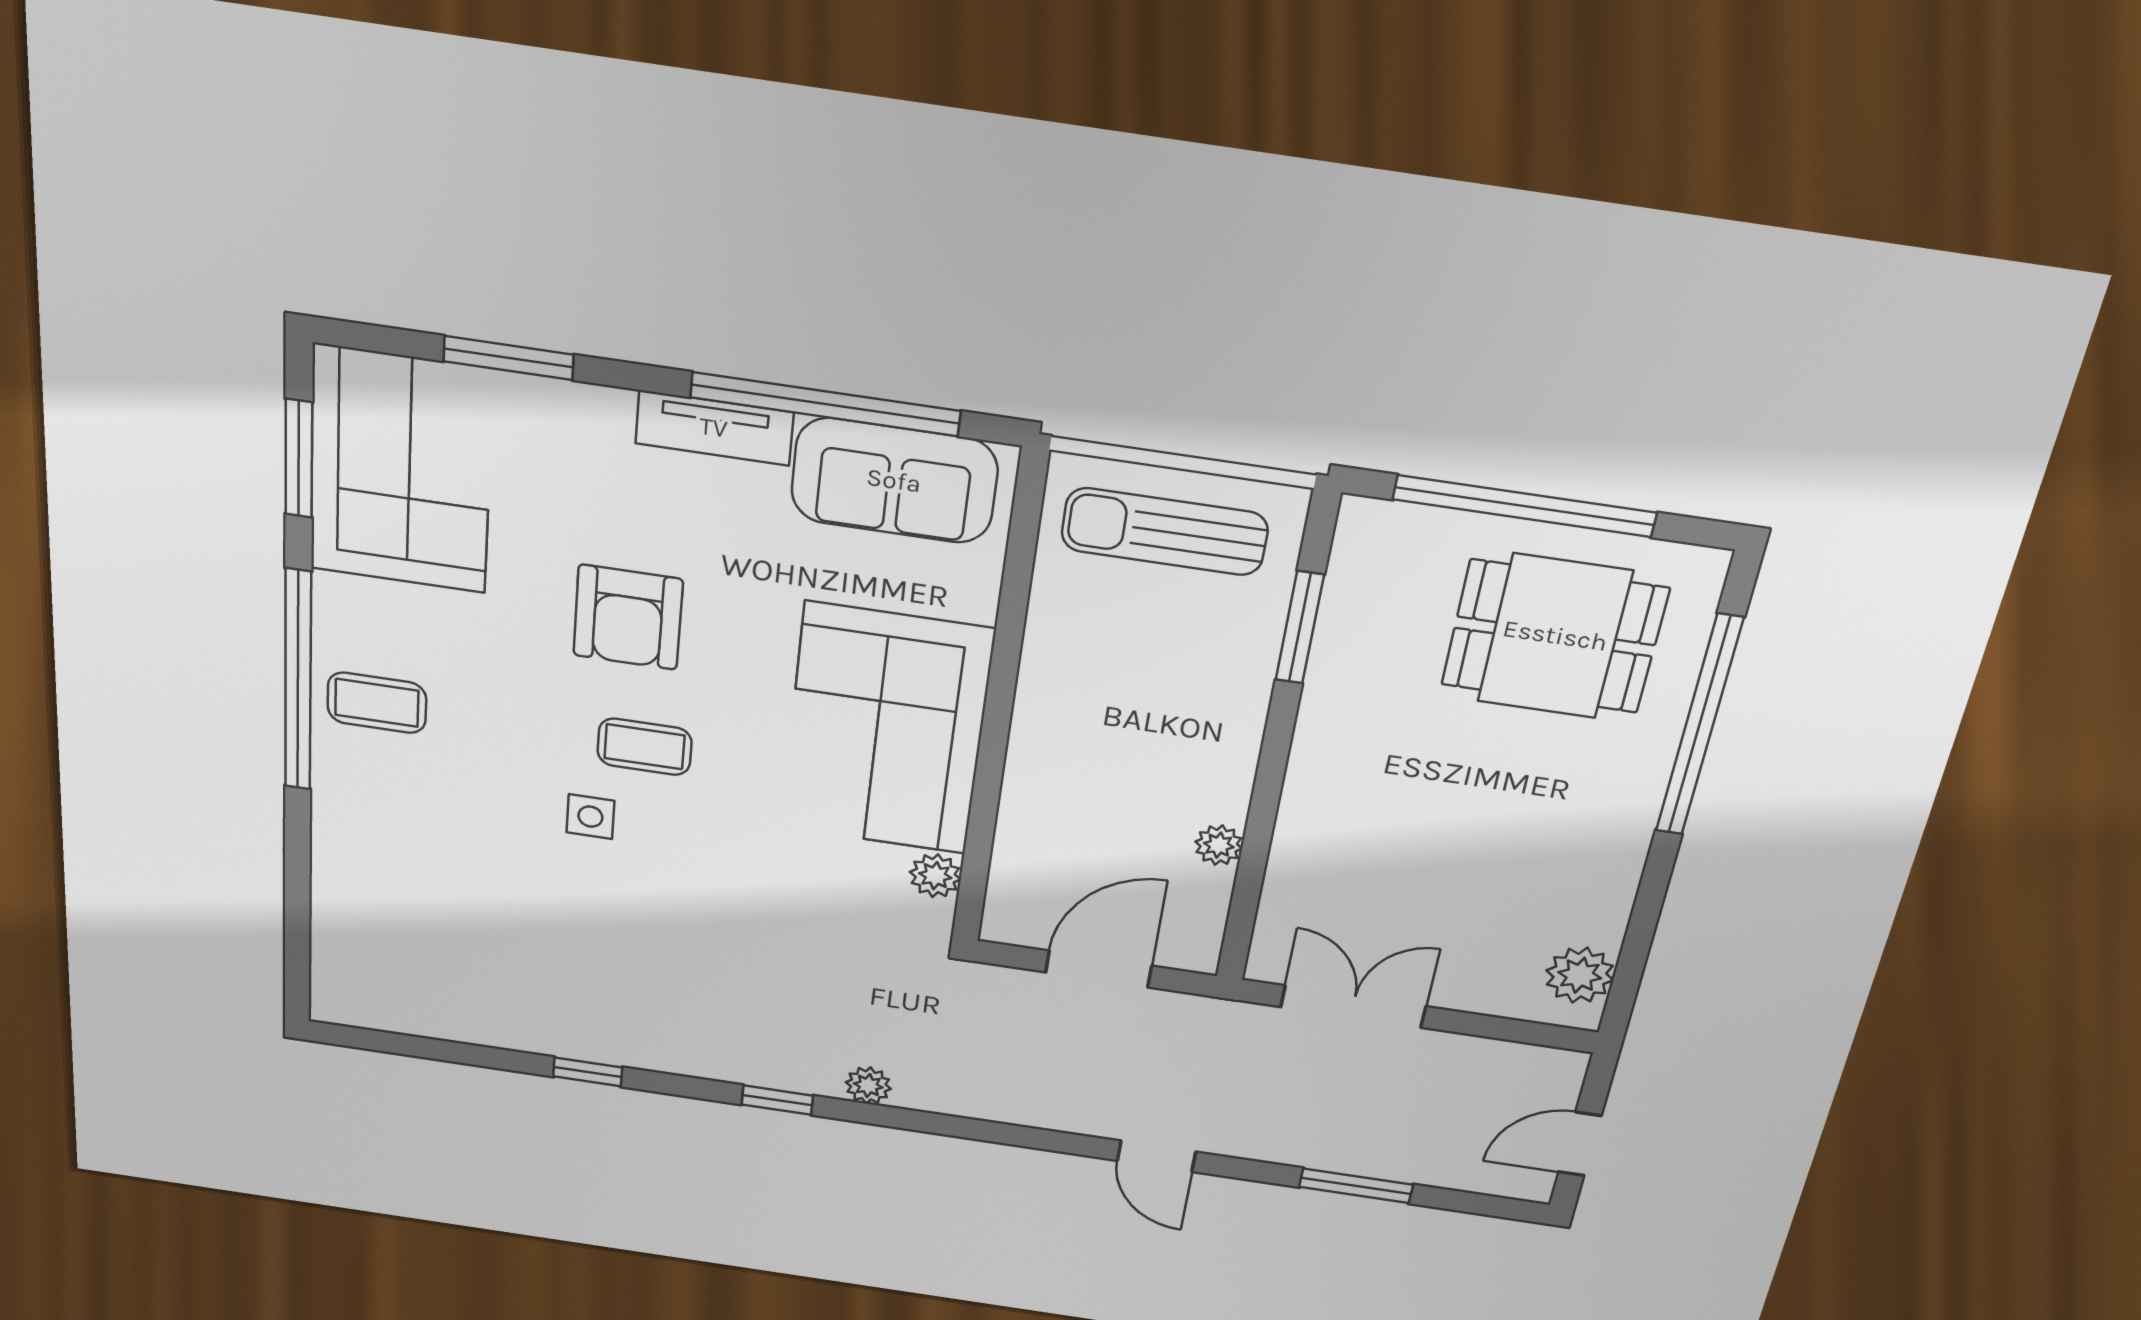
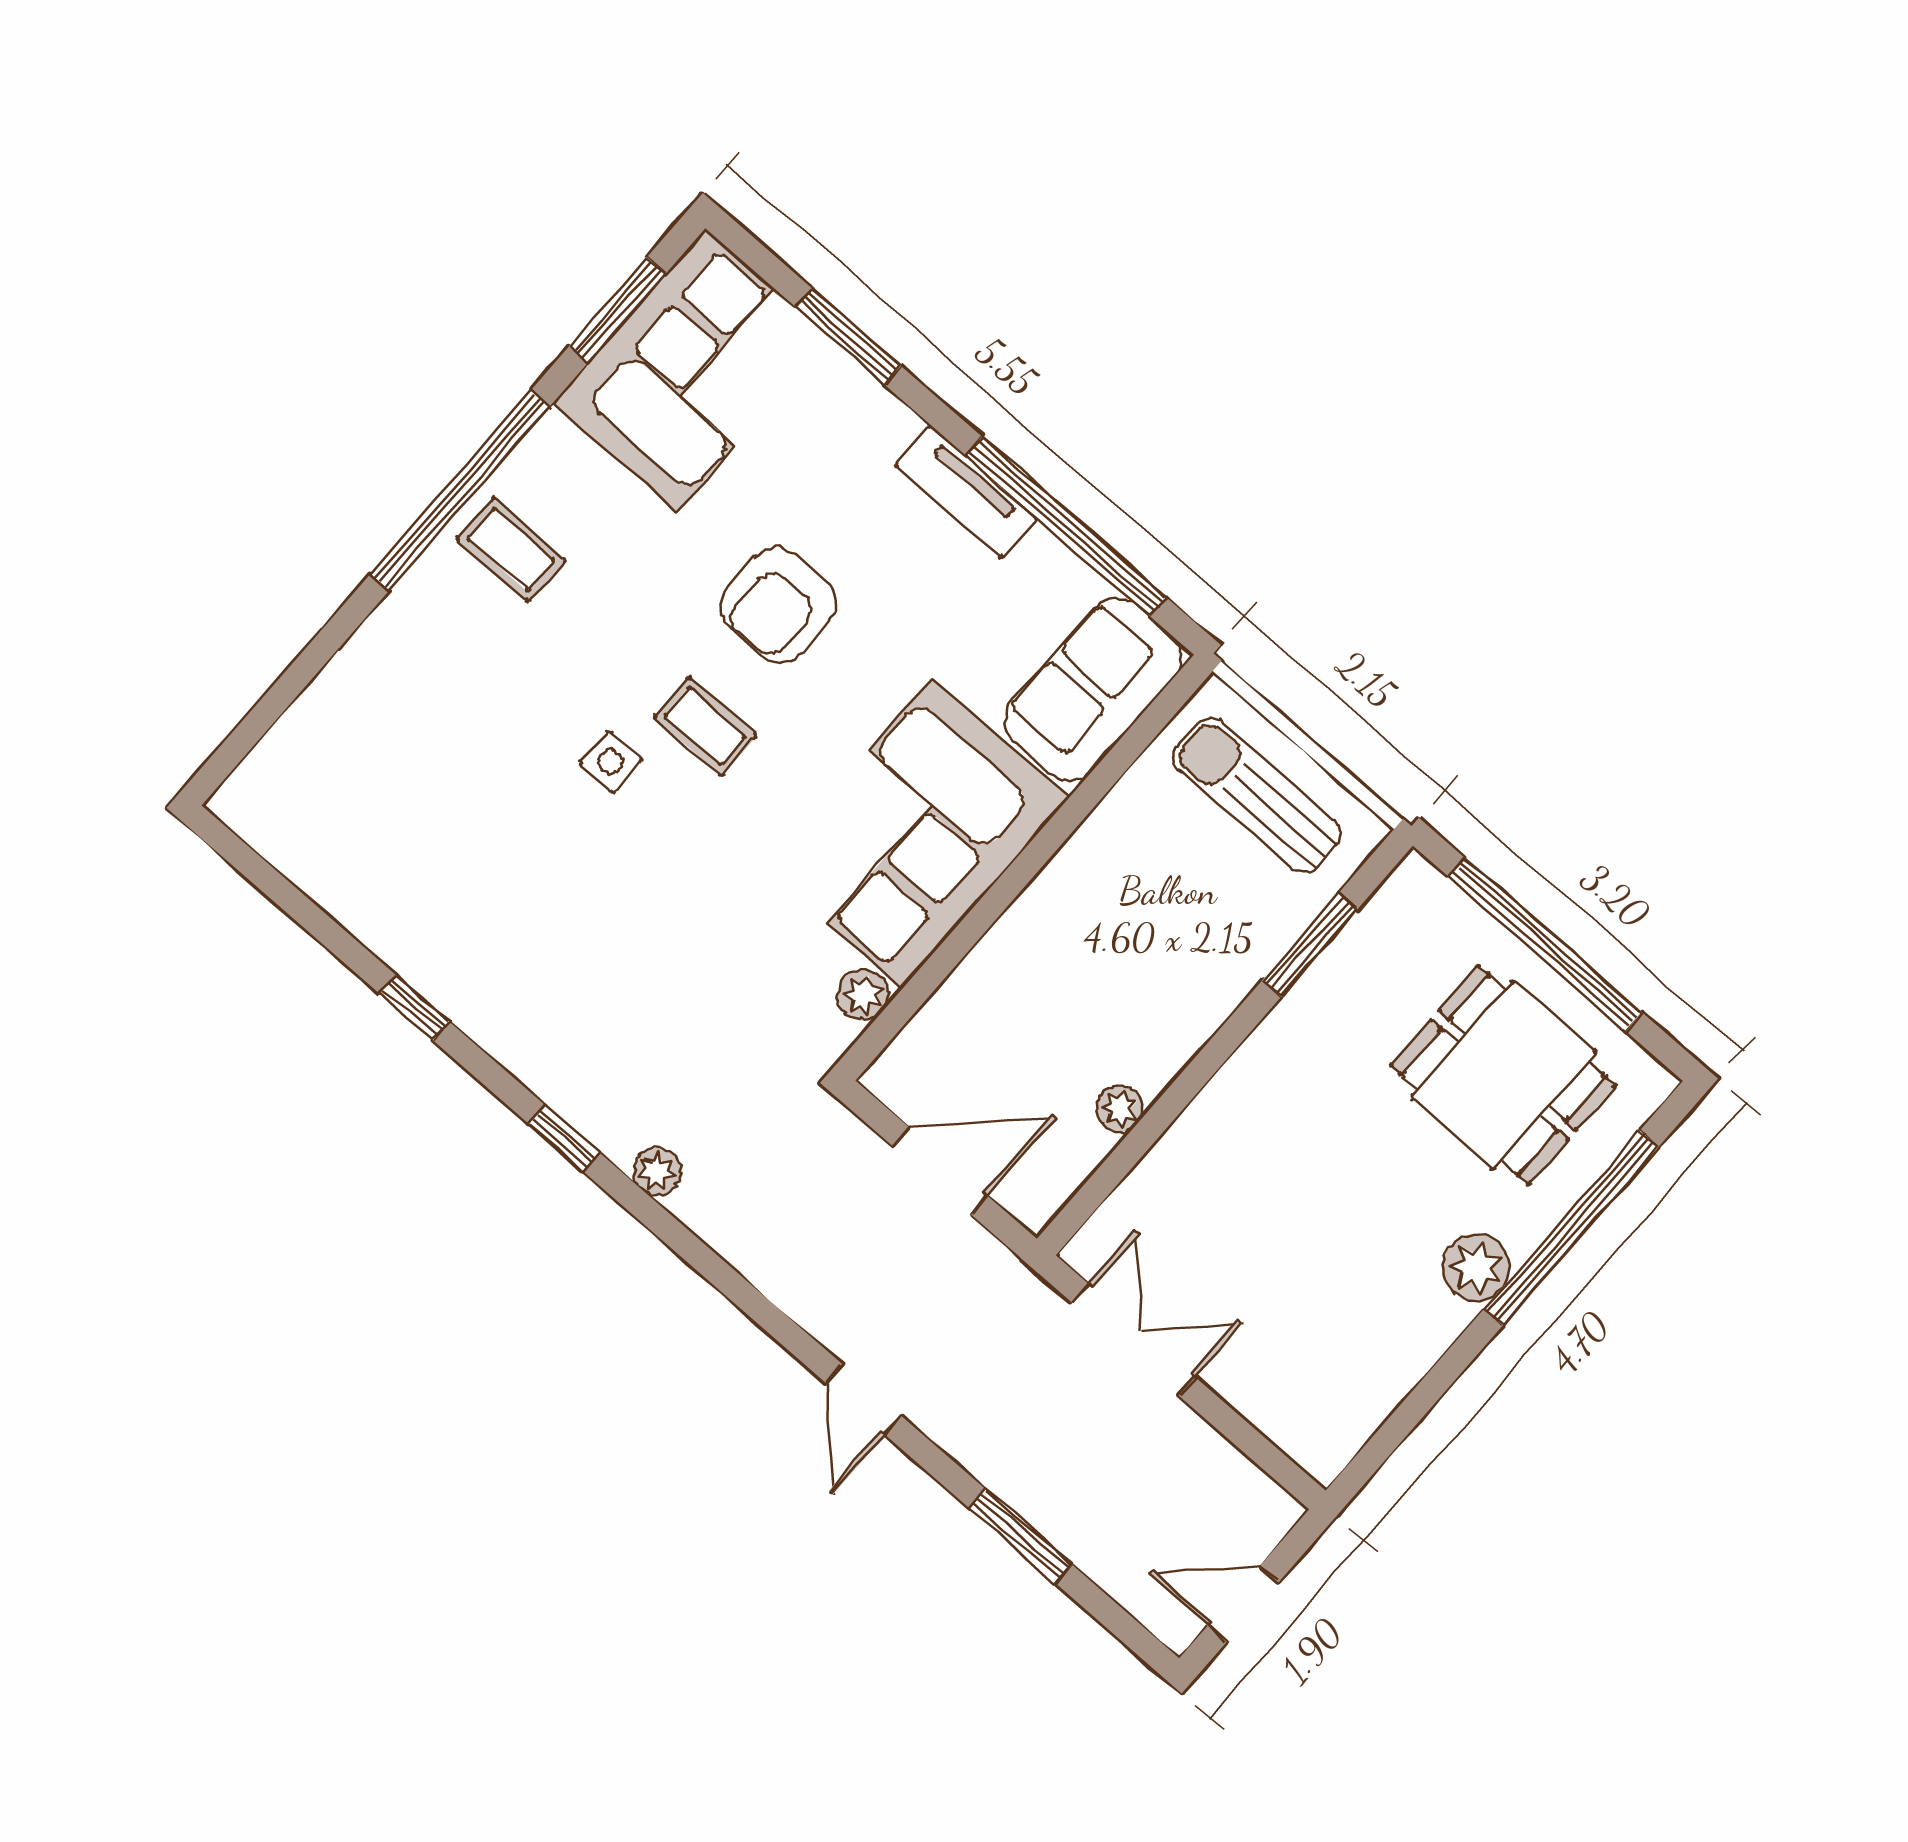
sofa: (894, 481) -> (1093, 689), moved, turned 90
plant: (1580, 975) -> (1476, 1267), moved

